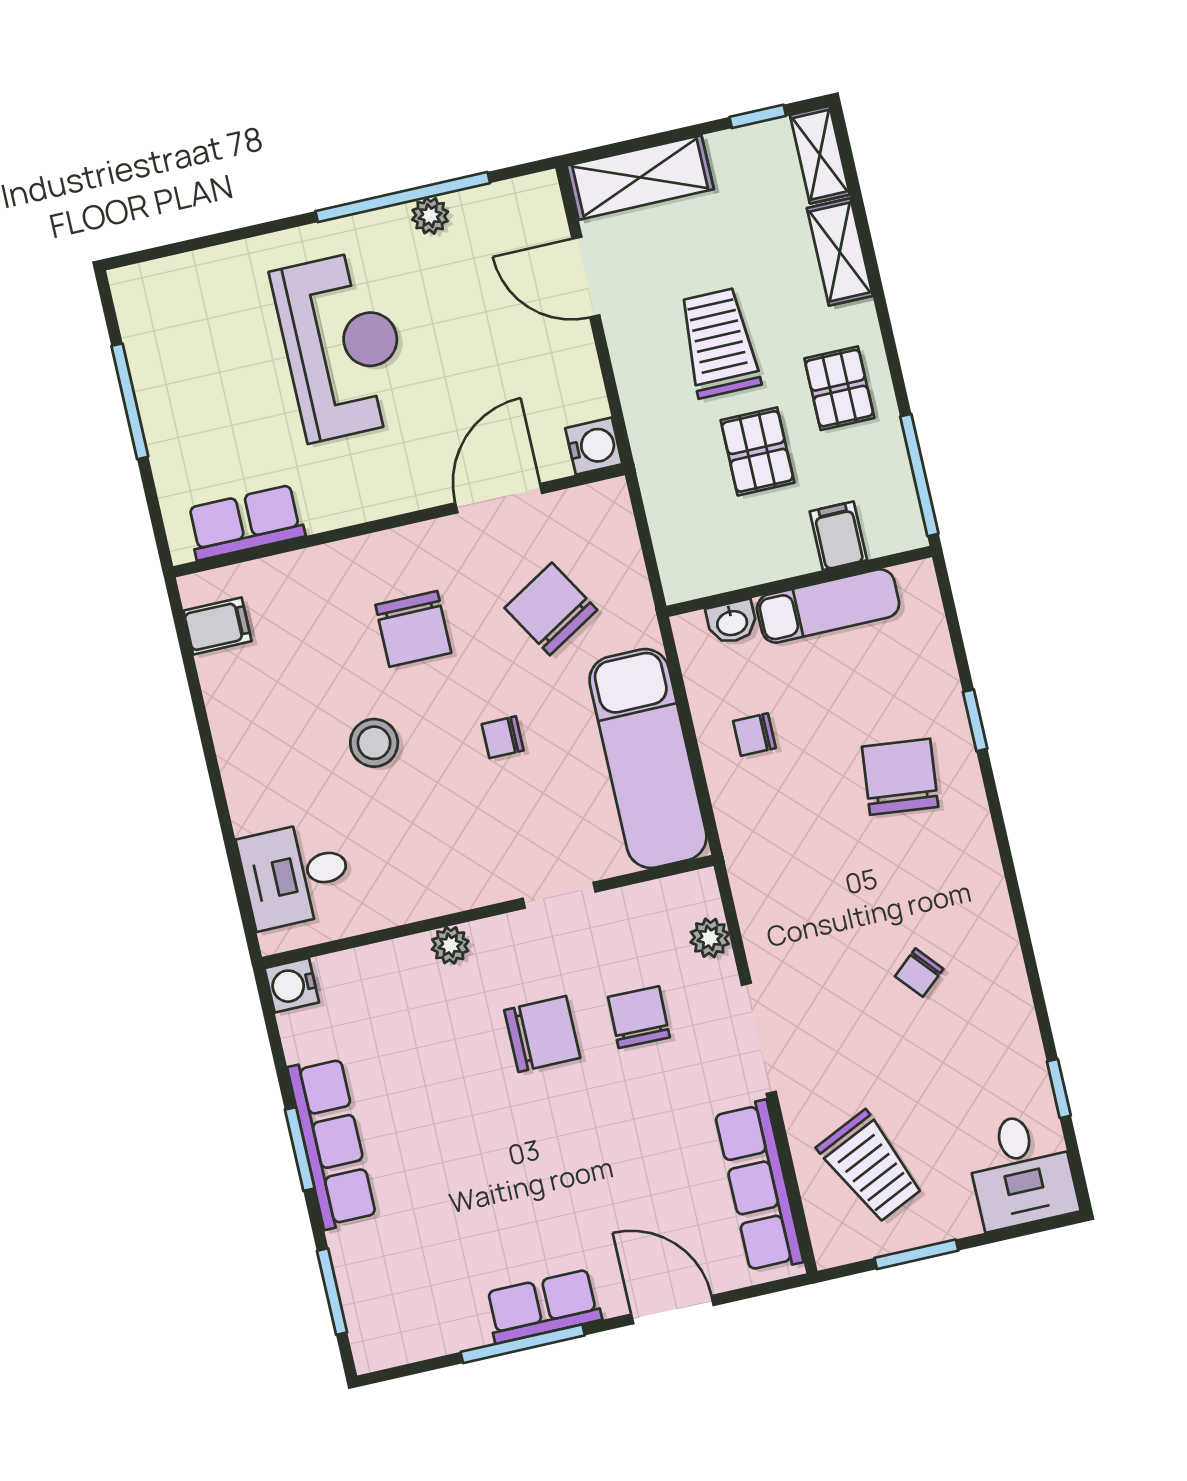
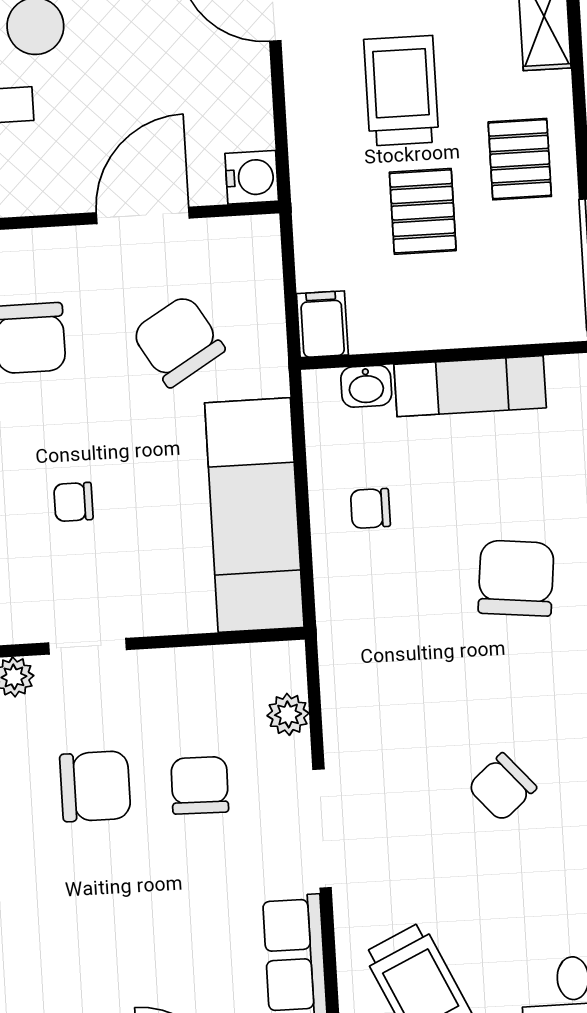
filing cabinet: (838, 536) -> (322, 324), moved
chair: (503, 737) -> (73, 502), moved
doorway: (559, 895) -> (88, 646), moved
chair: (919, 973) -> (502, 787), width x1.37, depth x1.37

